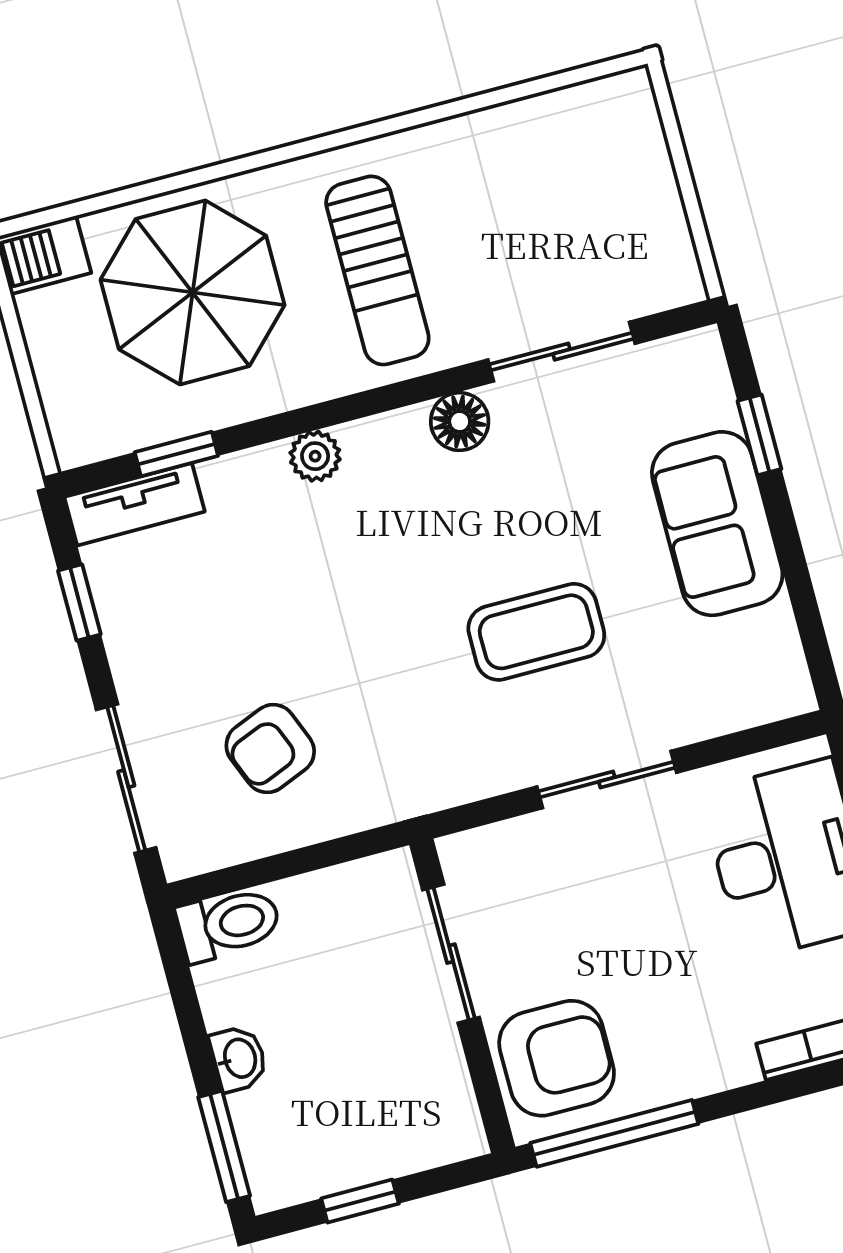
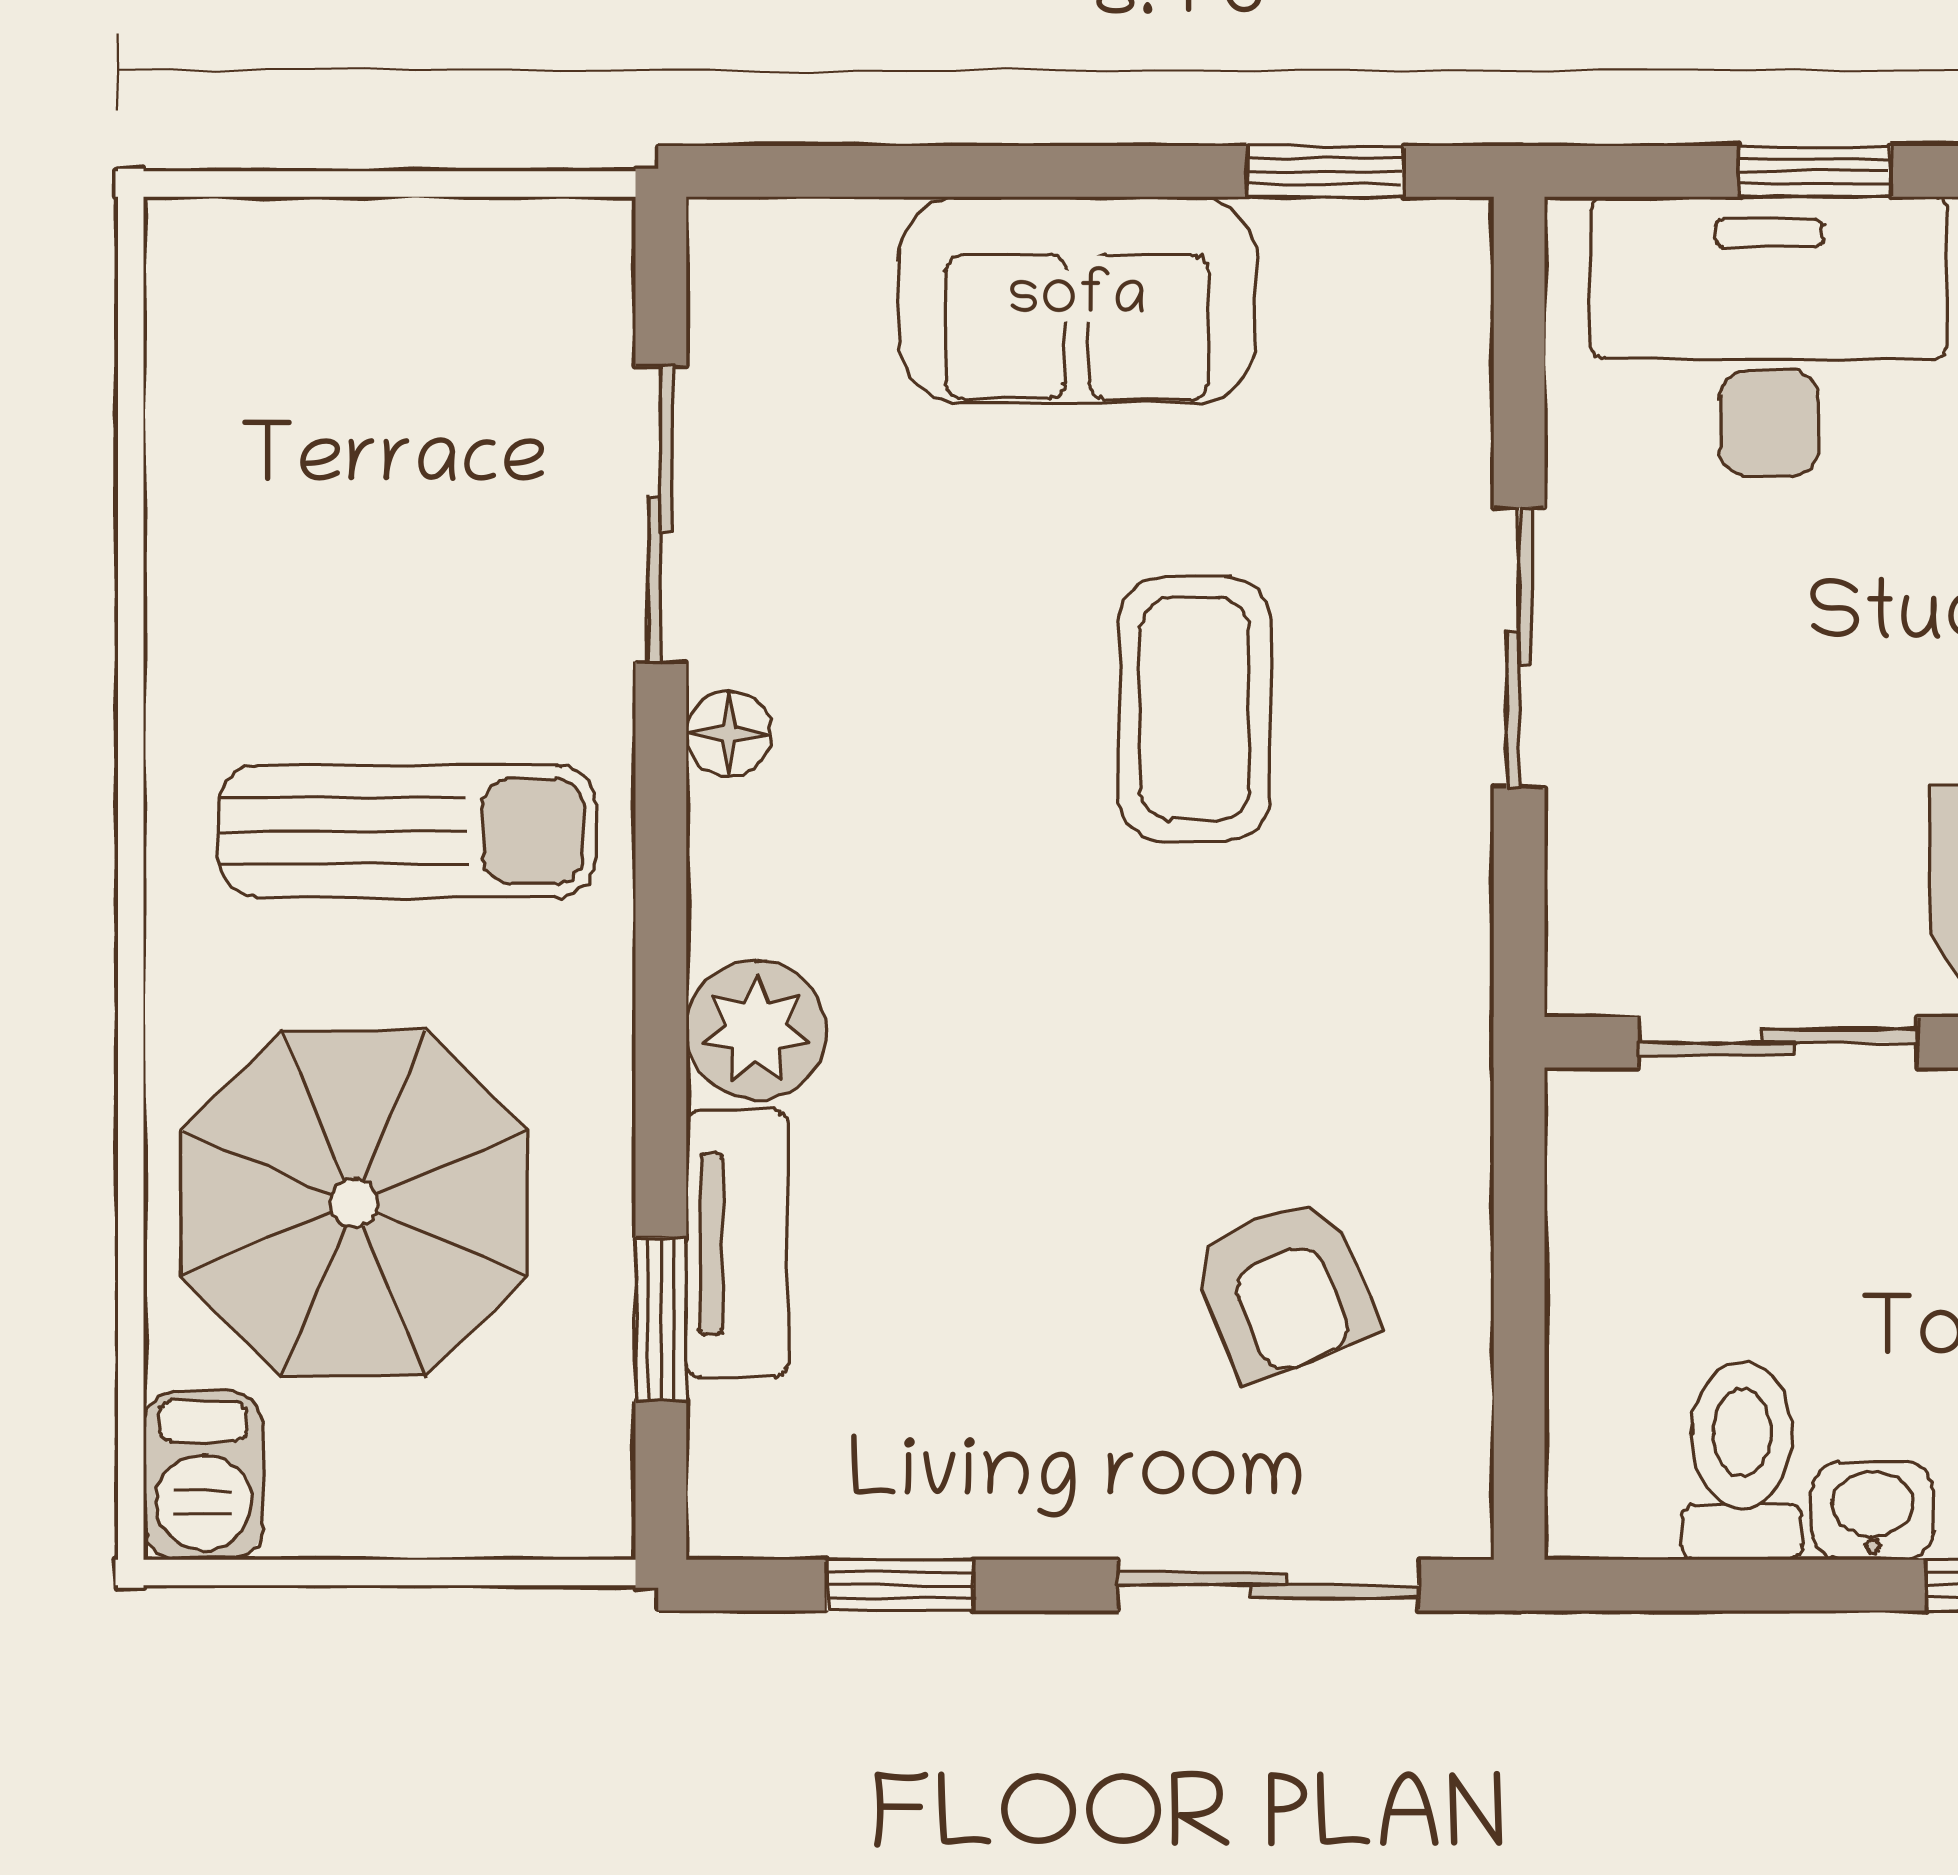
floor lamp: (460, 422) -> (729, 734), width x0.73, depth x0.73
window: (759, 435) -> (1326, 171), moved
plant: (315, 456) -> (756, 1030), width x1.38, depth x1.38
tv unit: (134, 504) -> (737, 1244), moved
toilet: (229, 924) -> (1742, 1461), moved

